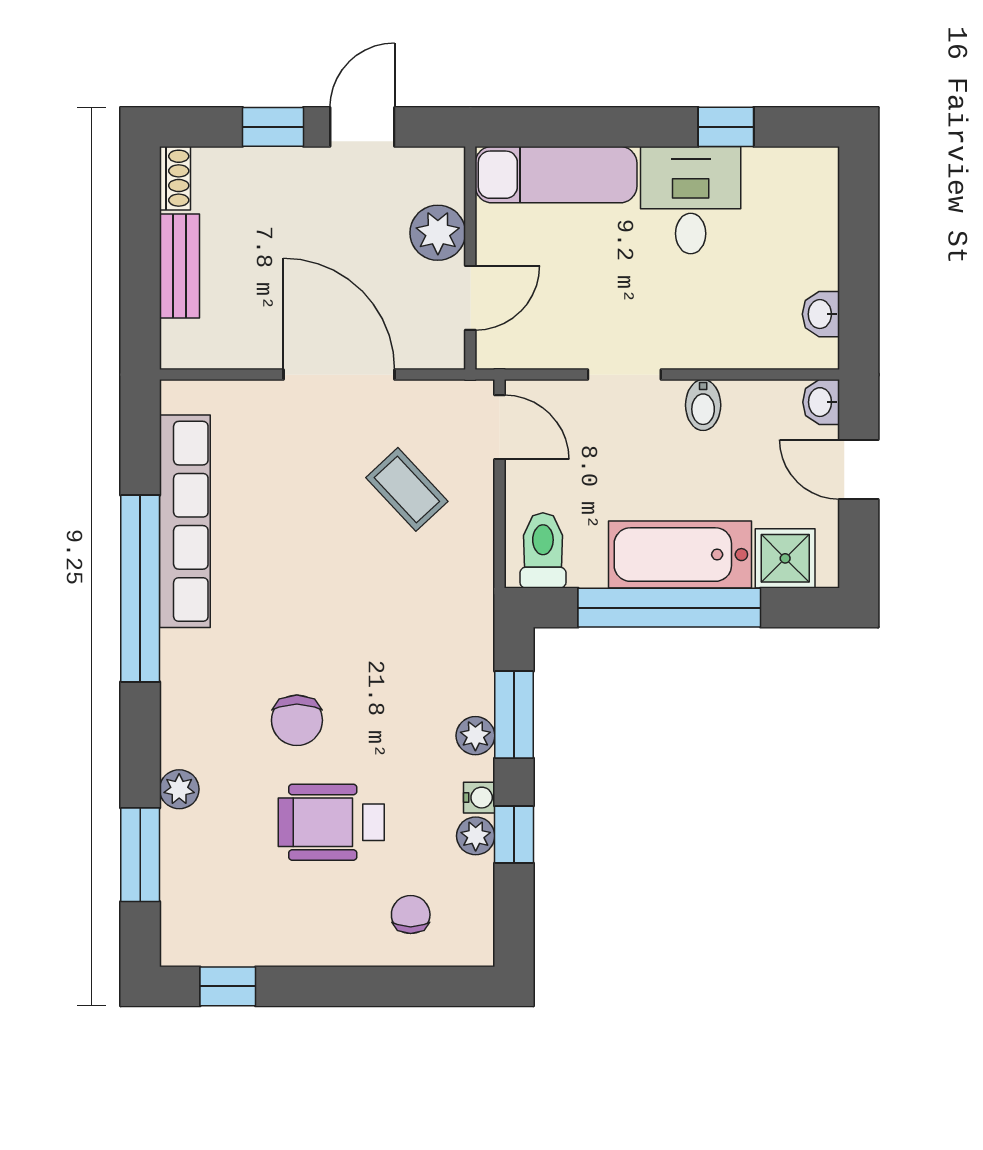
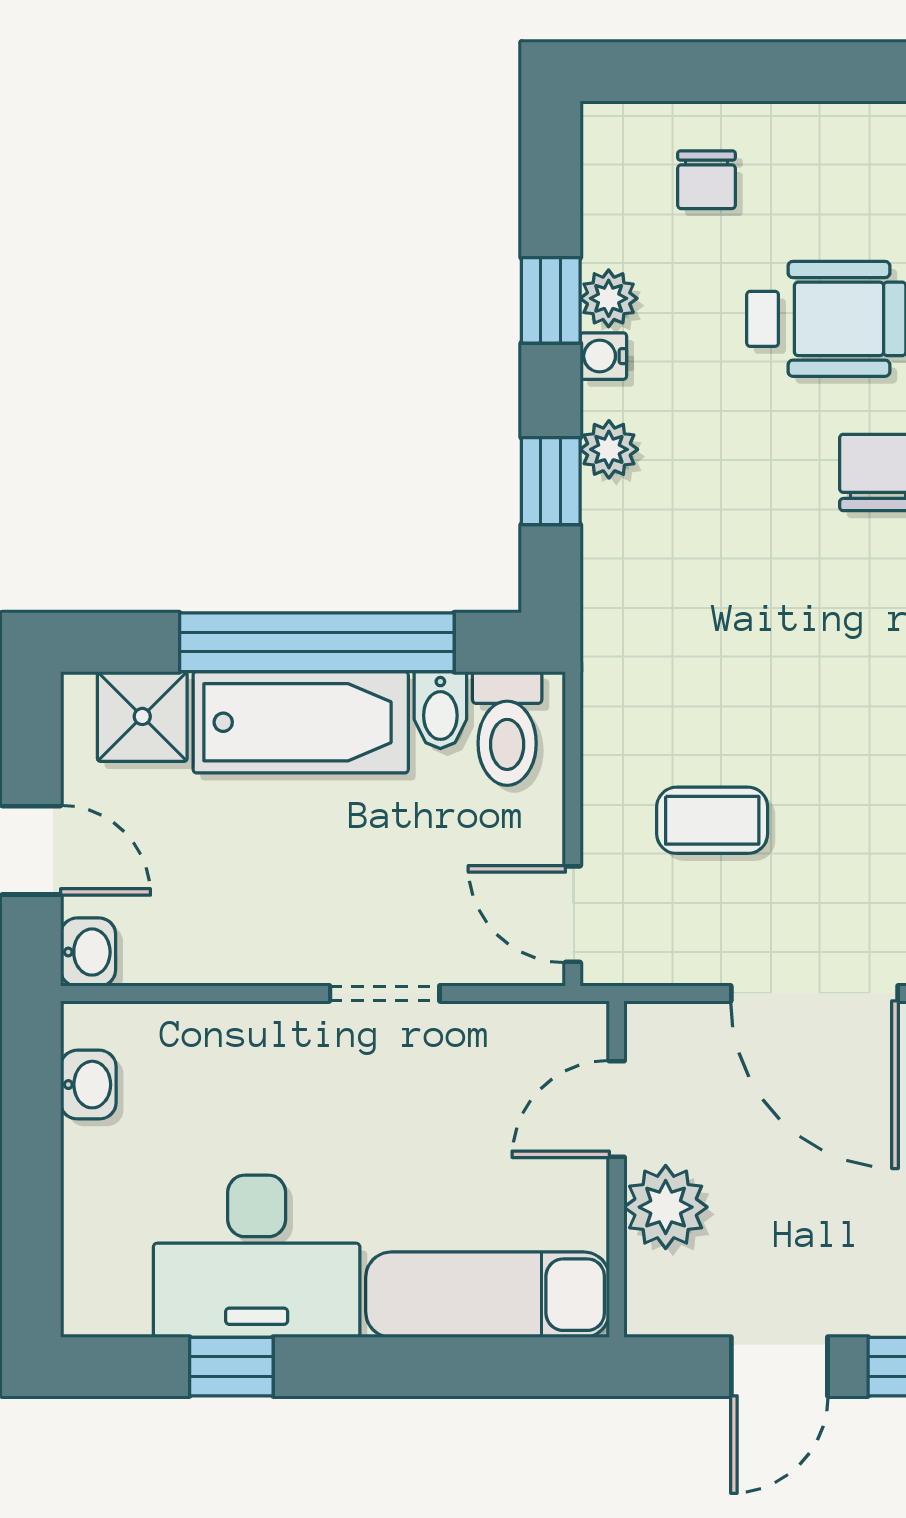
desk: (691, 200) -> (257, 1256), width x1.37
bidet: (703, 405) -> (440, 710), moved, turned 180
coffee table: (407, 489) -> (712, 820), turned -47
window: (514, 715) -> (551, 481), width x0.67

